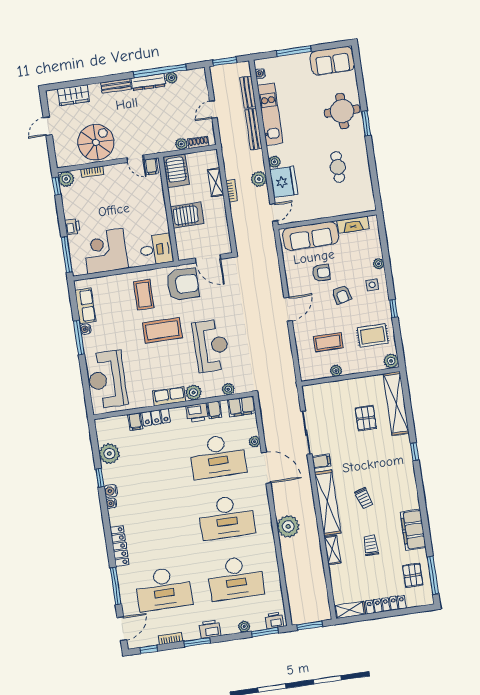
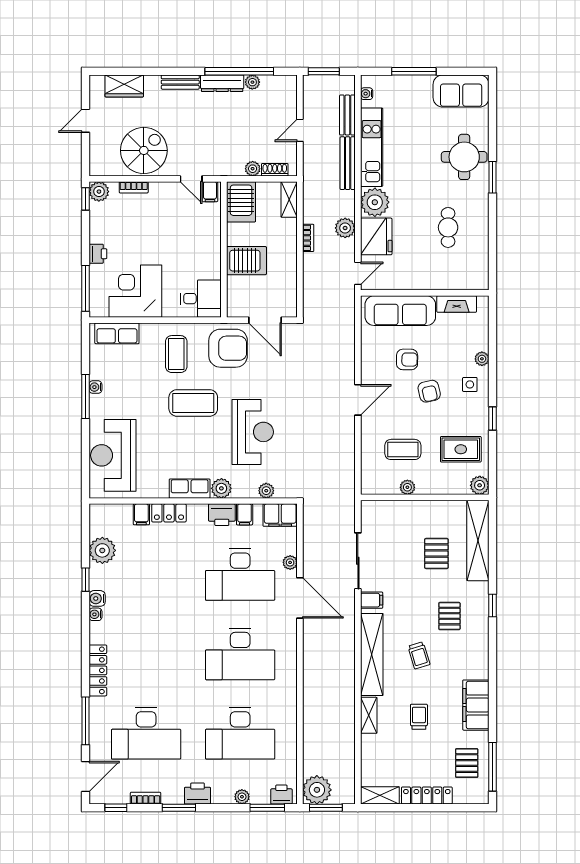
plant: (274, 162) -> (375, 202), width x1.88, depth x1.88
shelving: (216, 182) -> (289, 200), moved
row of seats: (85, 306) -> (117, 333), moved, turned 90
pallet: (383, 465) -> (449, 616), added
plant: (288, 526) -> (317, 790), moved

